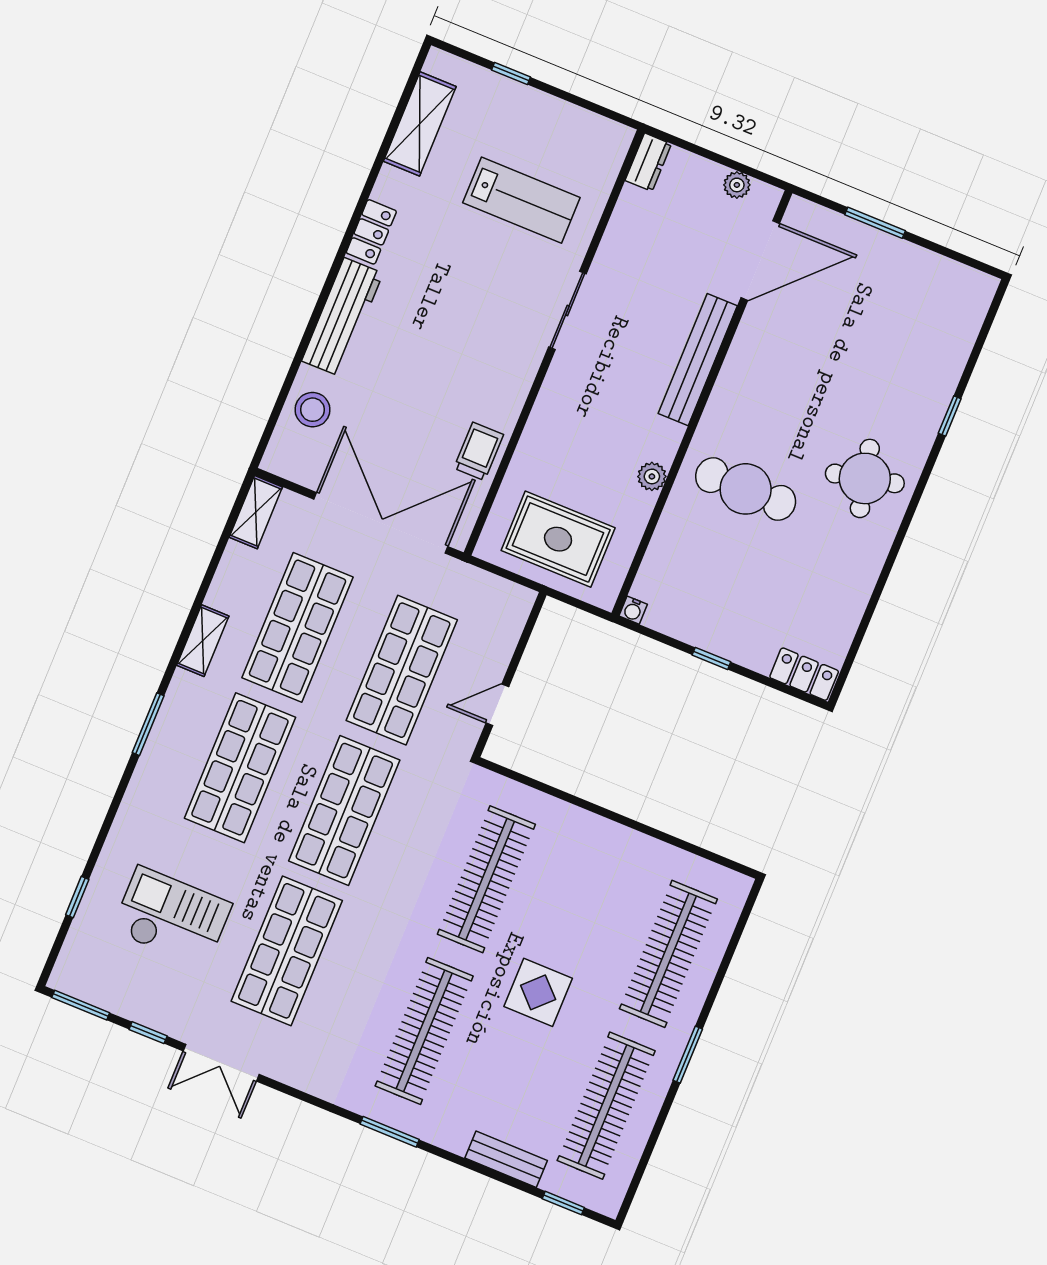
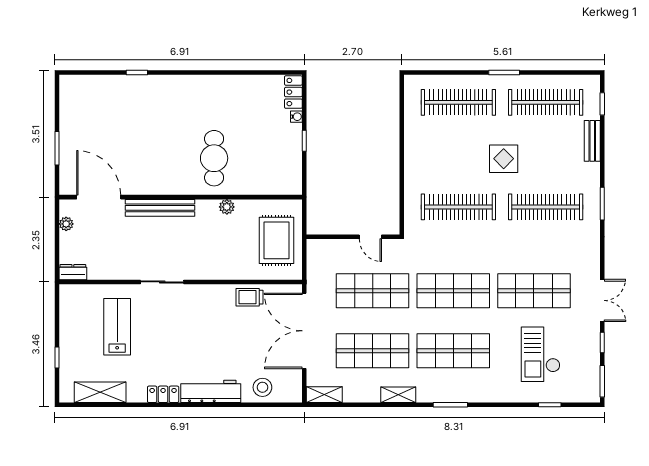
round table: (865, 478) -> (185, 102), removed
water cooler: (633, 610) -> (296, 117), moved

